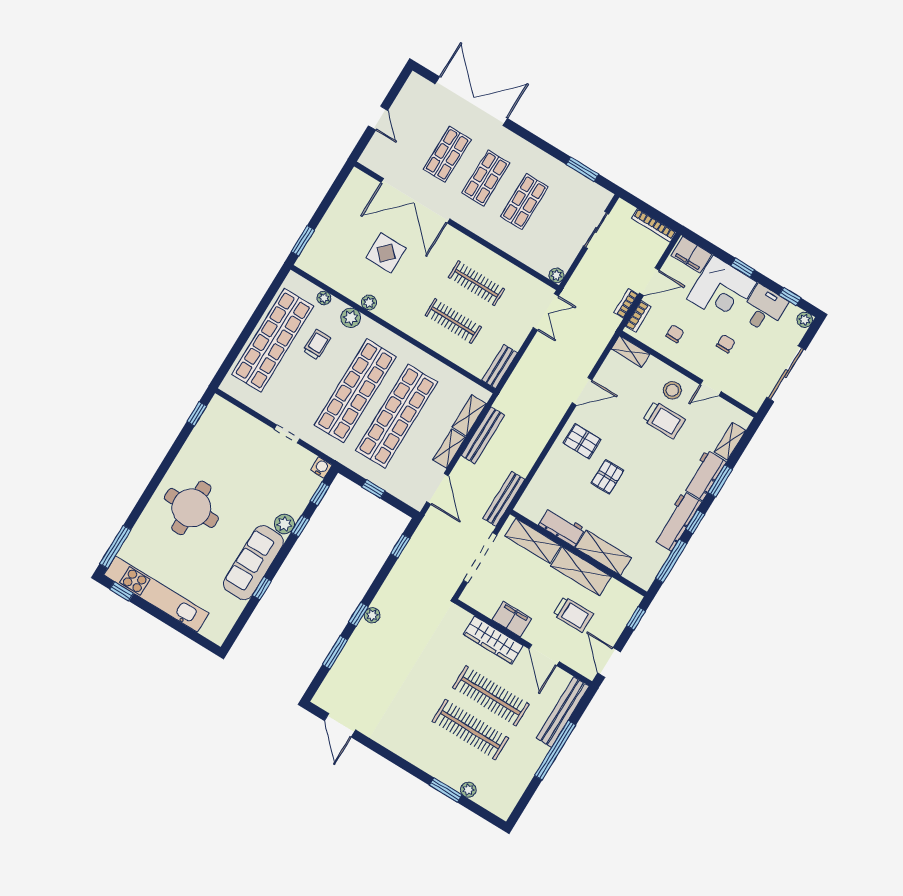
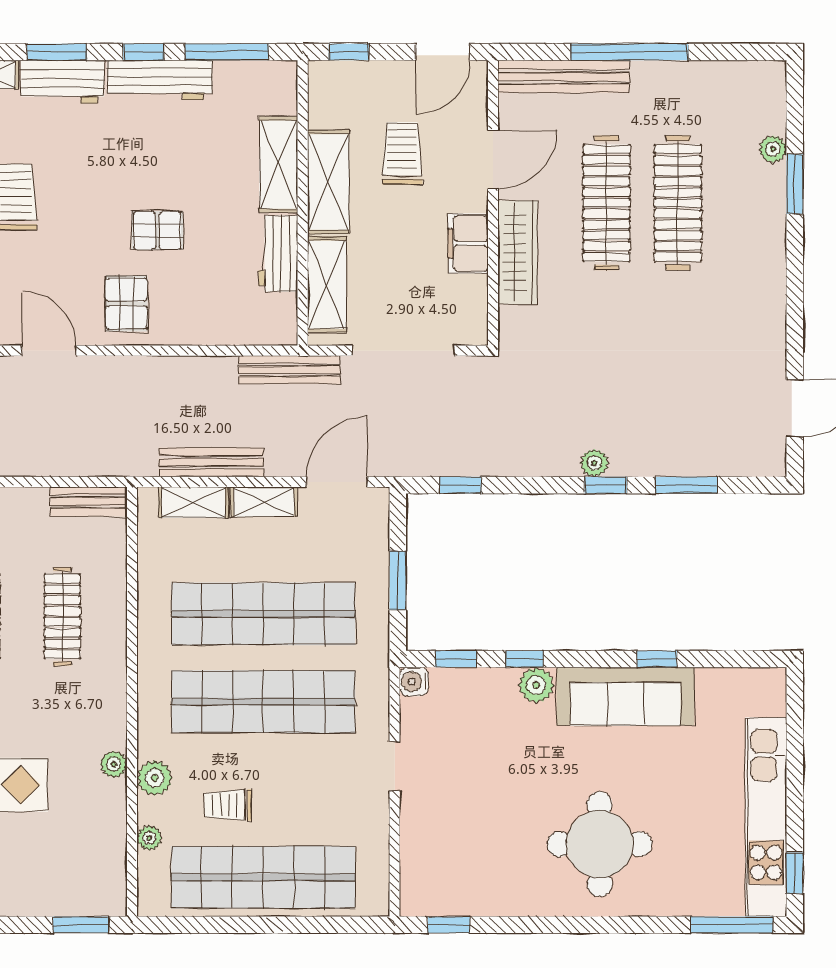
window: (373, 489) -> (398, 580), width x1.50

